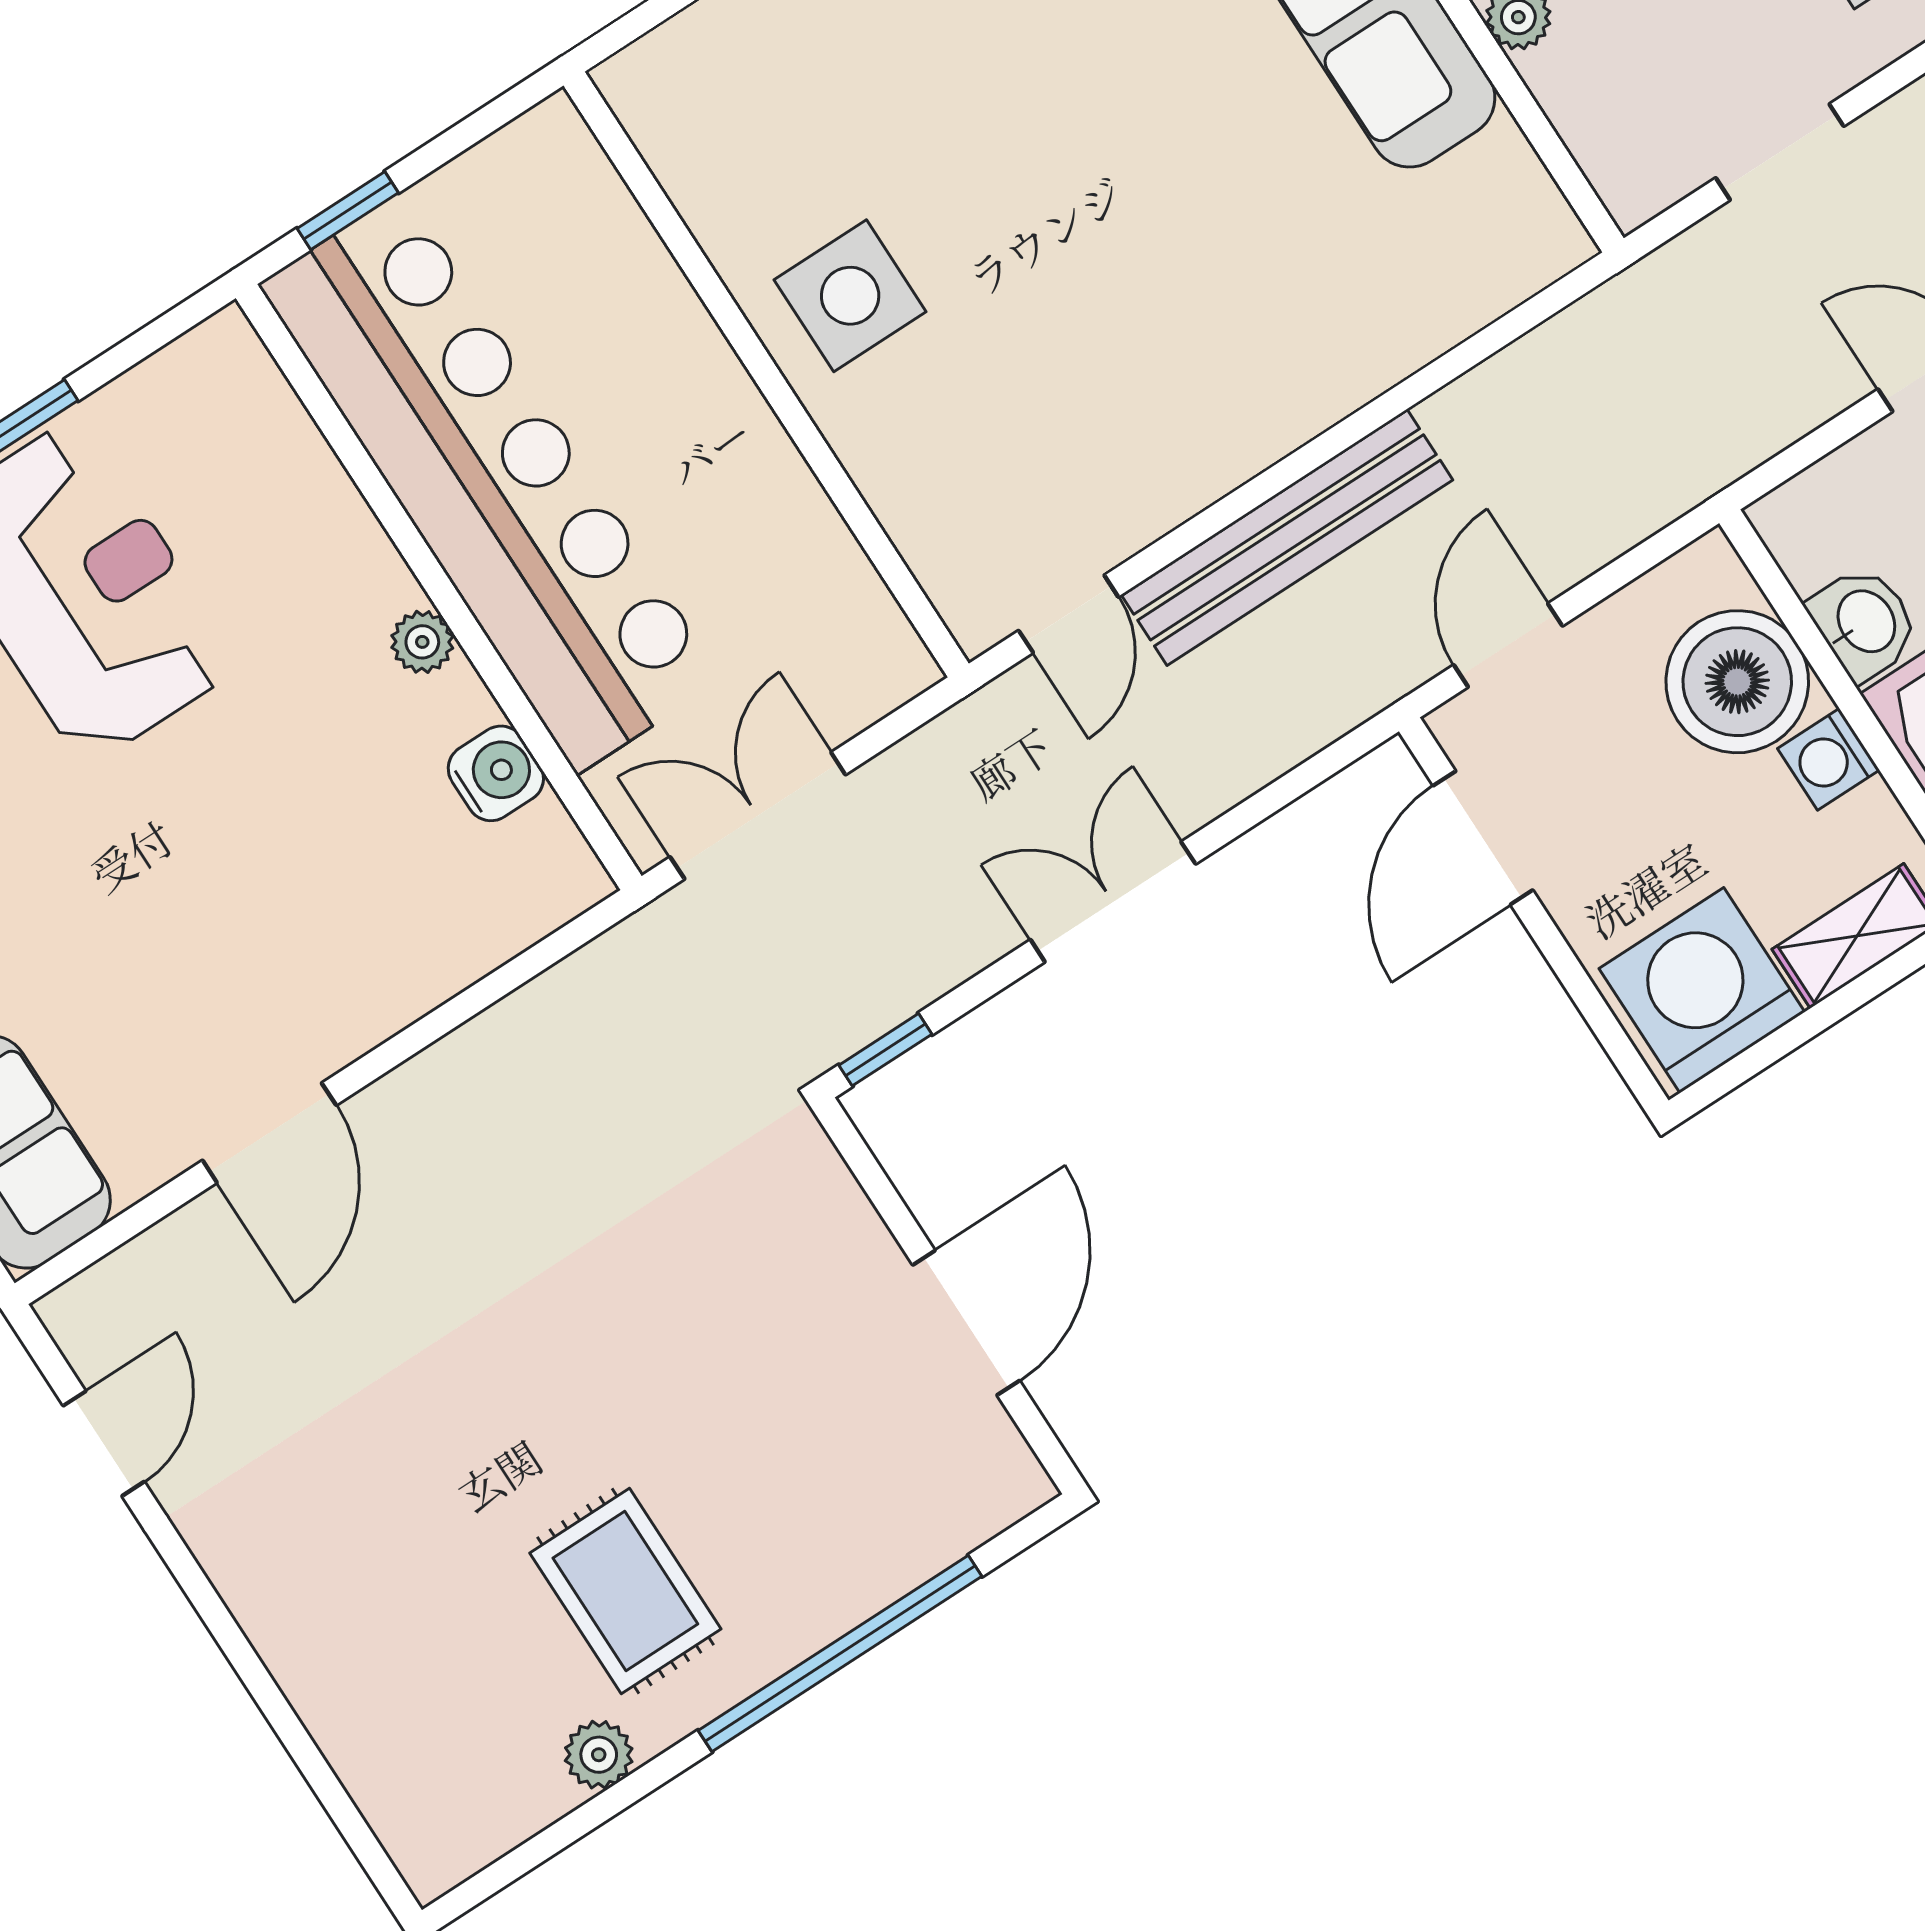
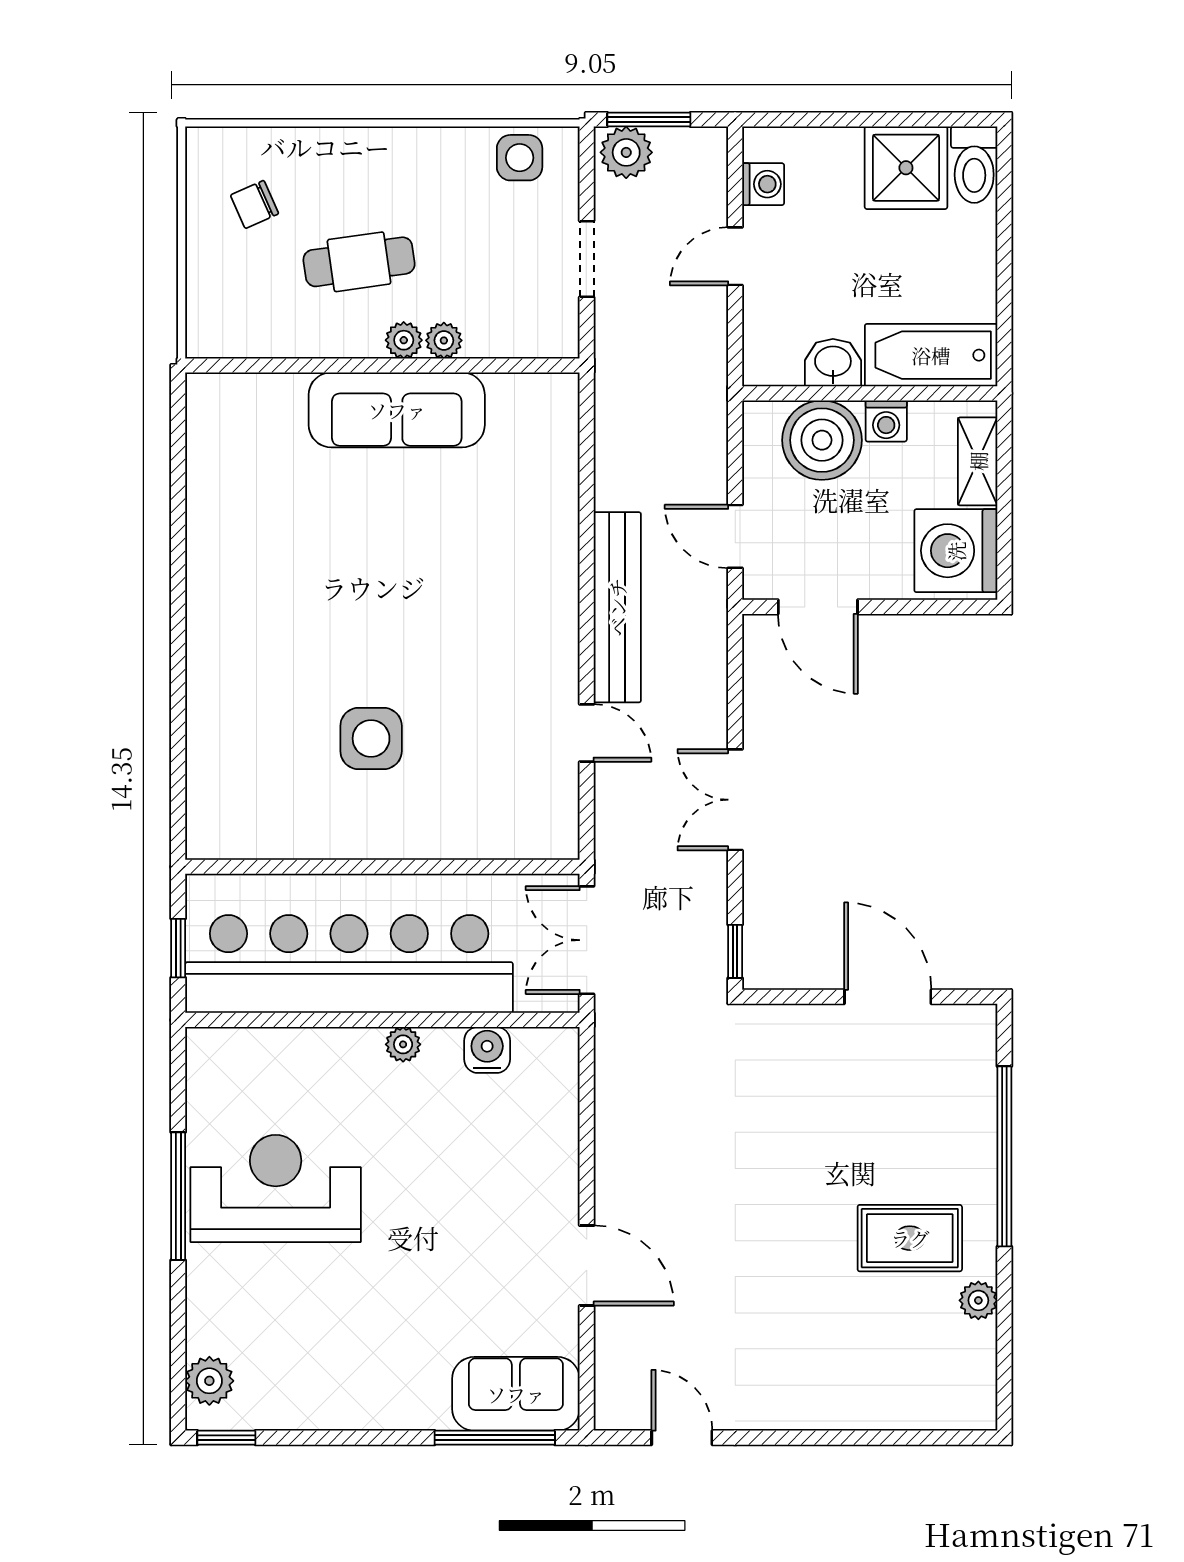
wall: (766, 375) -> (382, 867), moved

